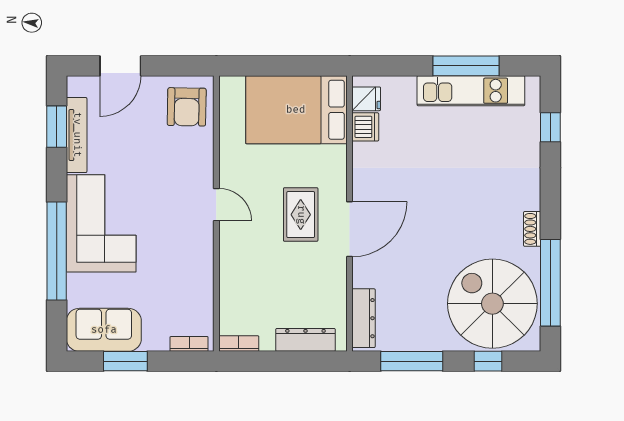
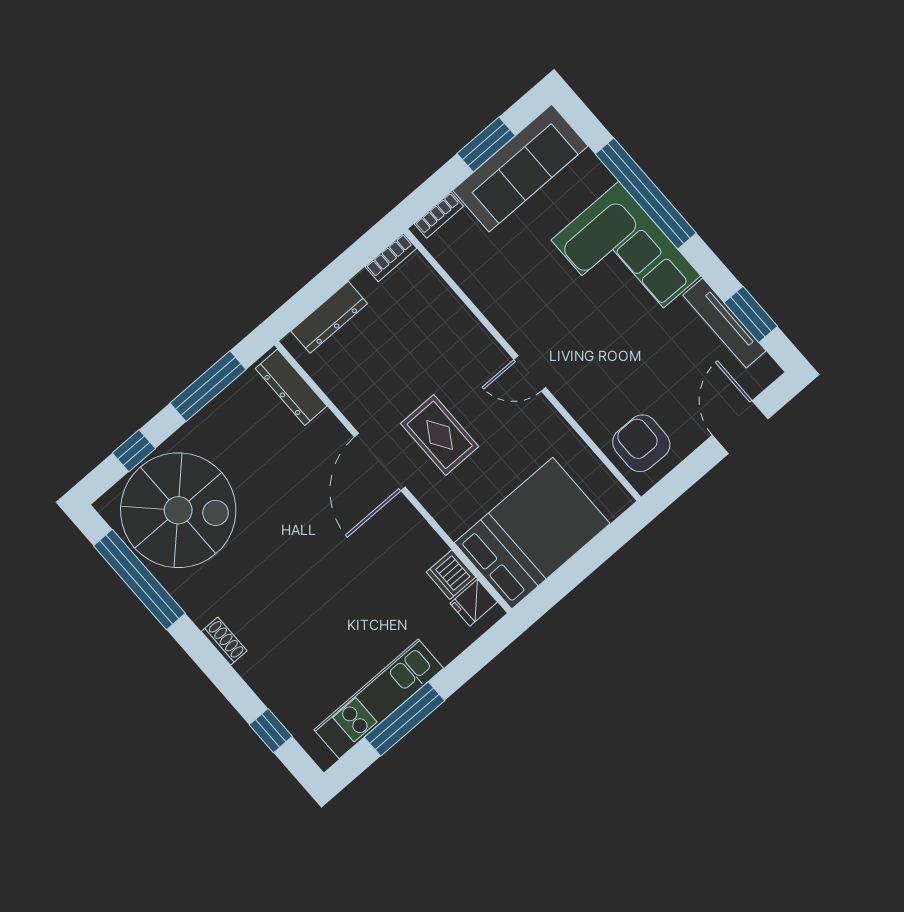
shoe rack: (532, 229) -> (224, 641), moved
sofa: (104, 330) -> (520, 168), width x1.36

